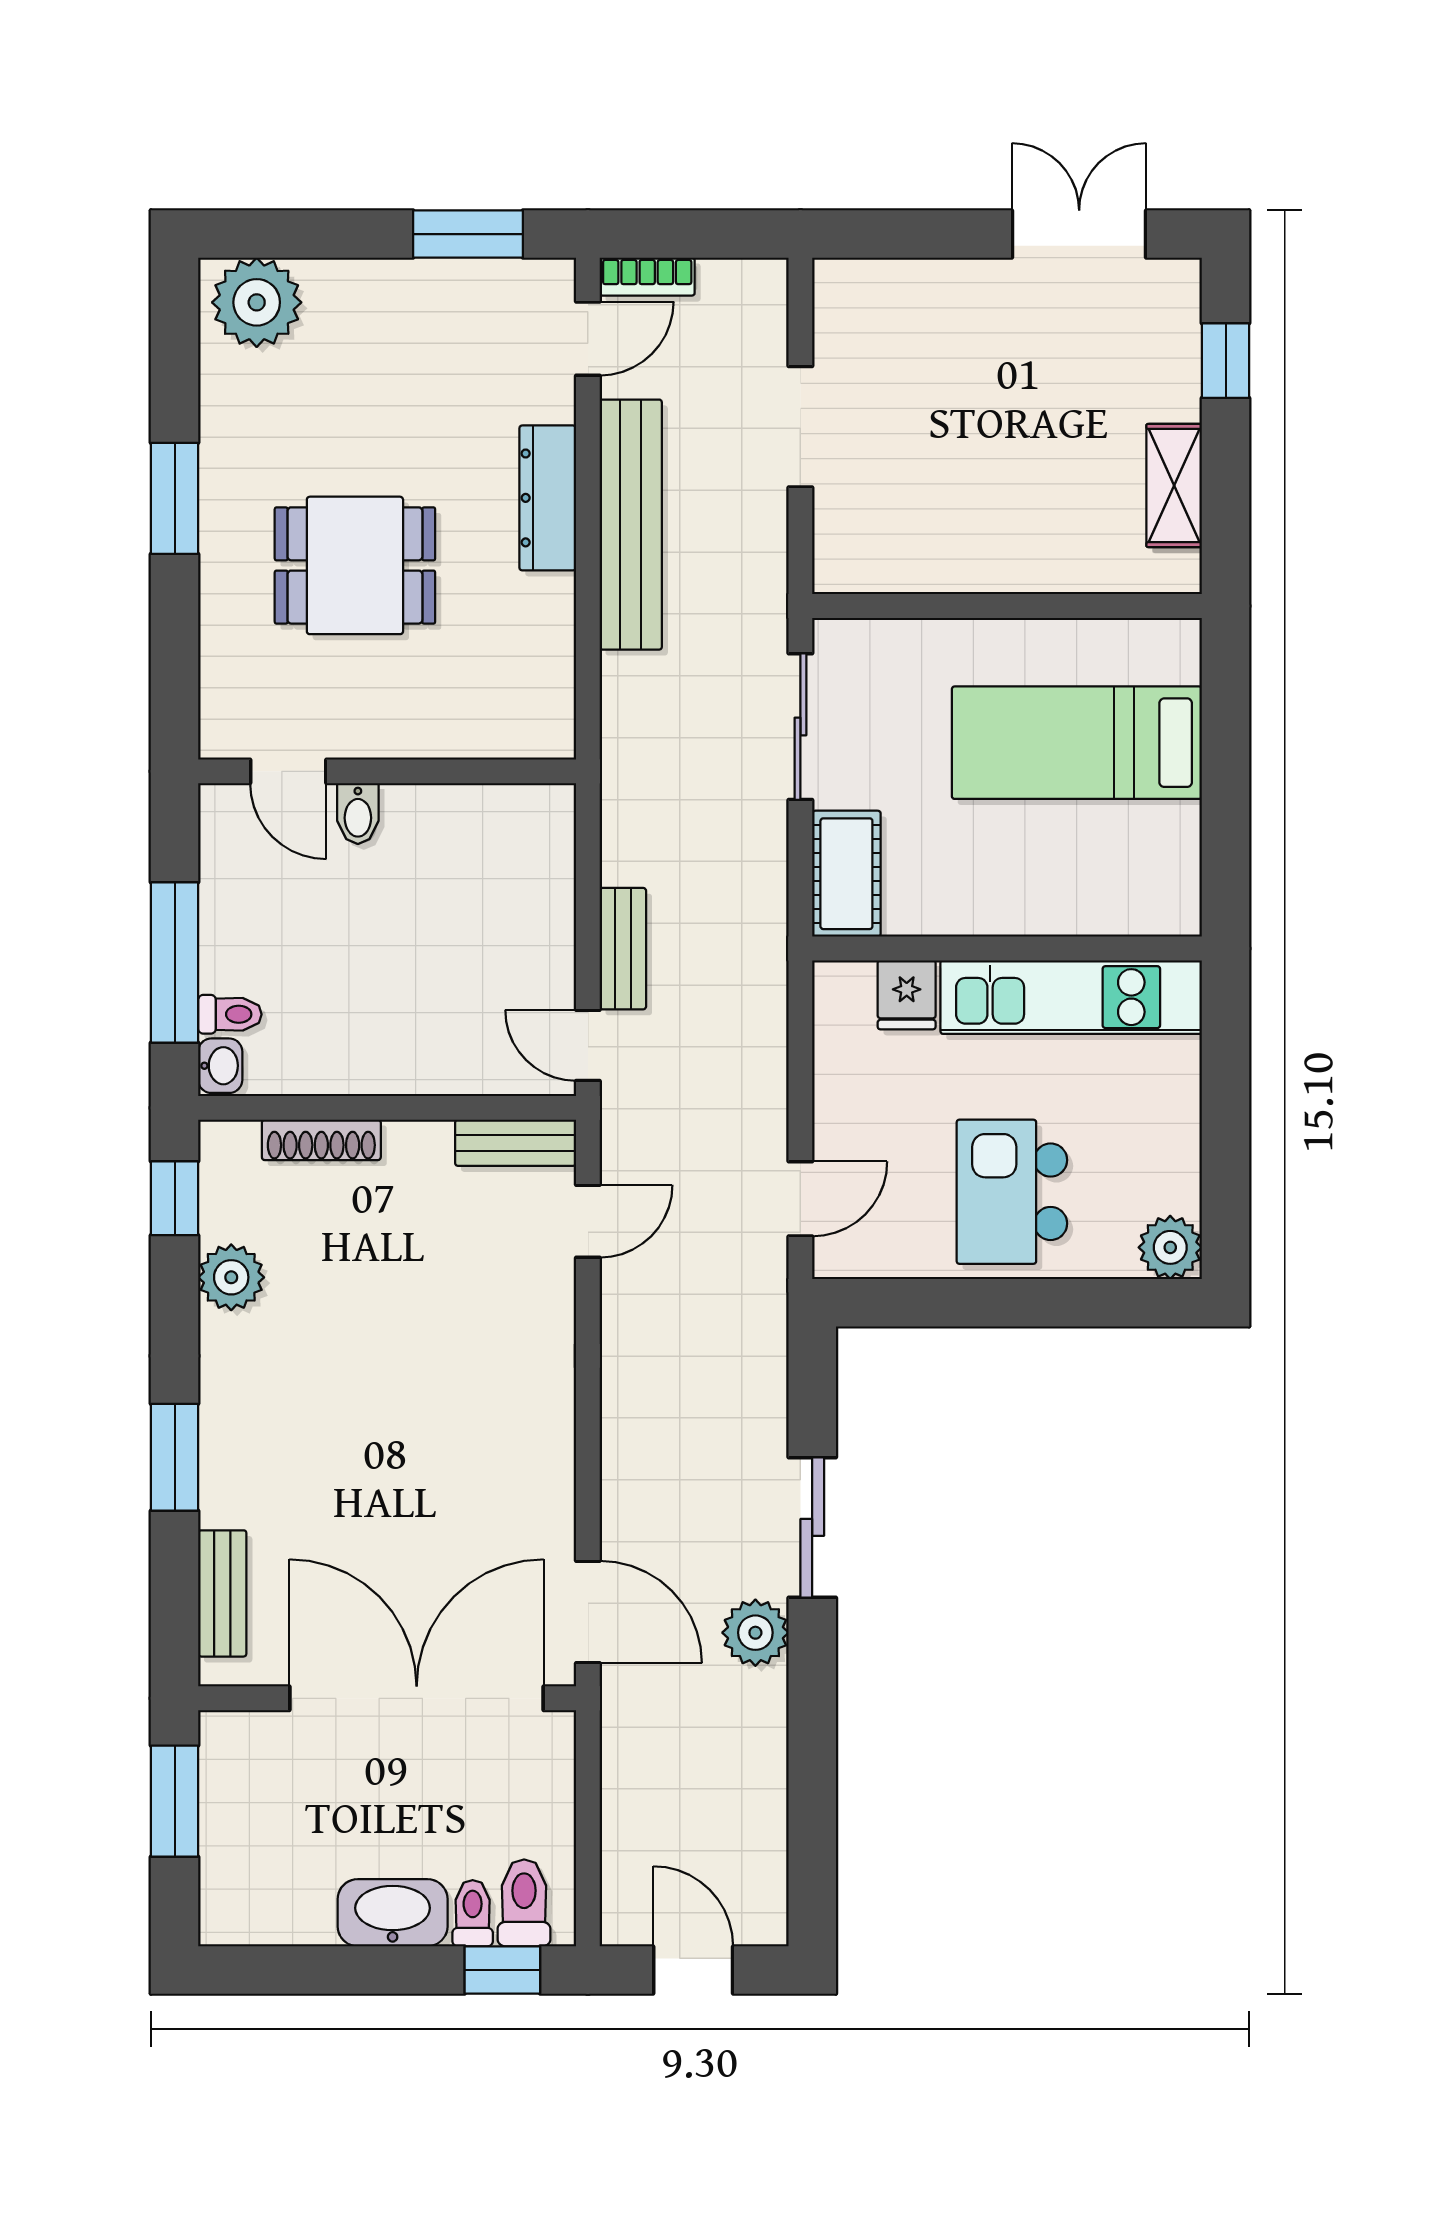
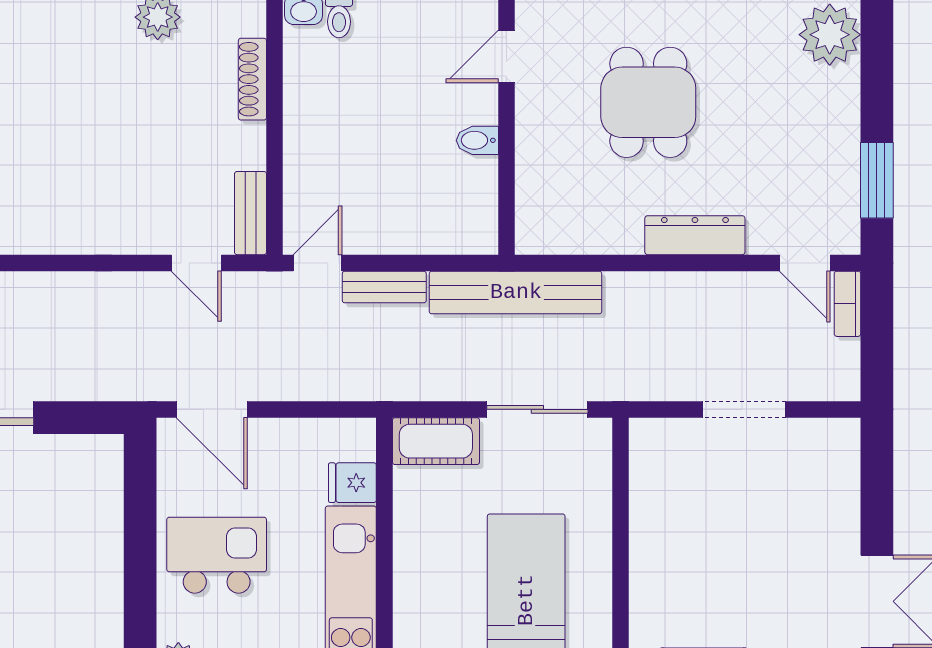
bench: (631, 525) -> (516, 292), moved
bidet: (358, 814) -> (477, 140), moved
door: (800, 1199) -> (212, 409), width x1.38

